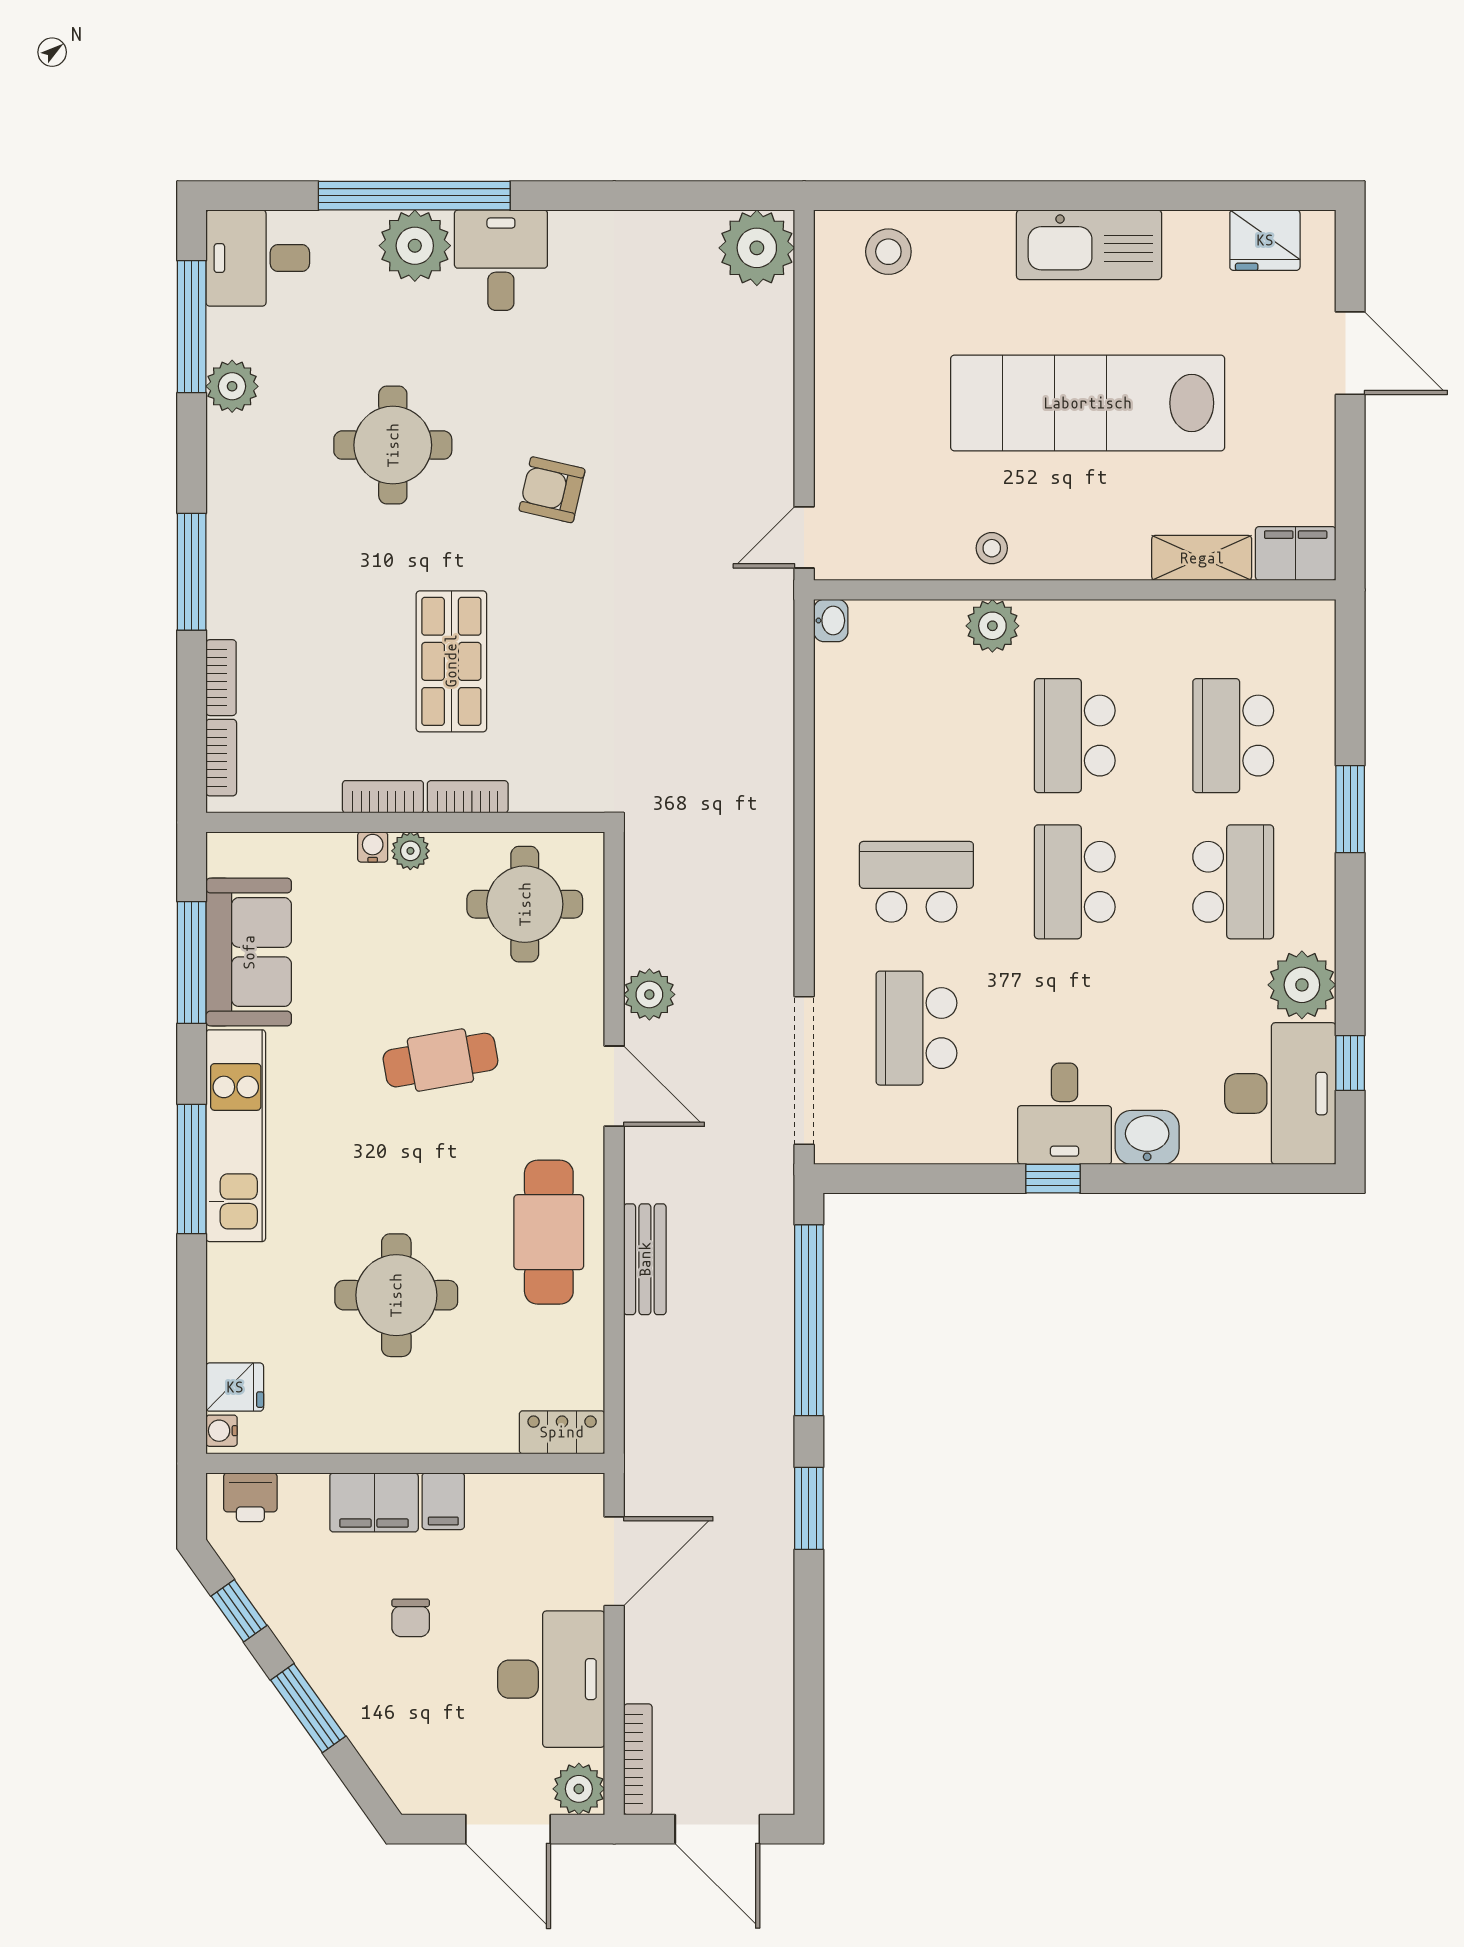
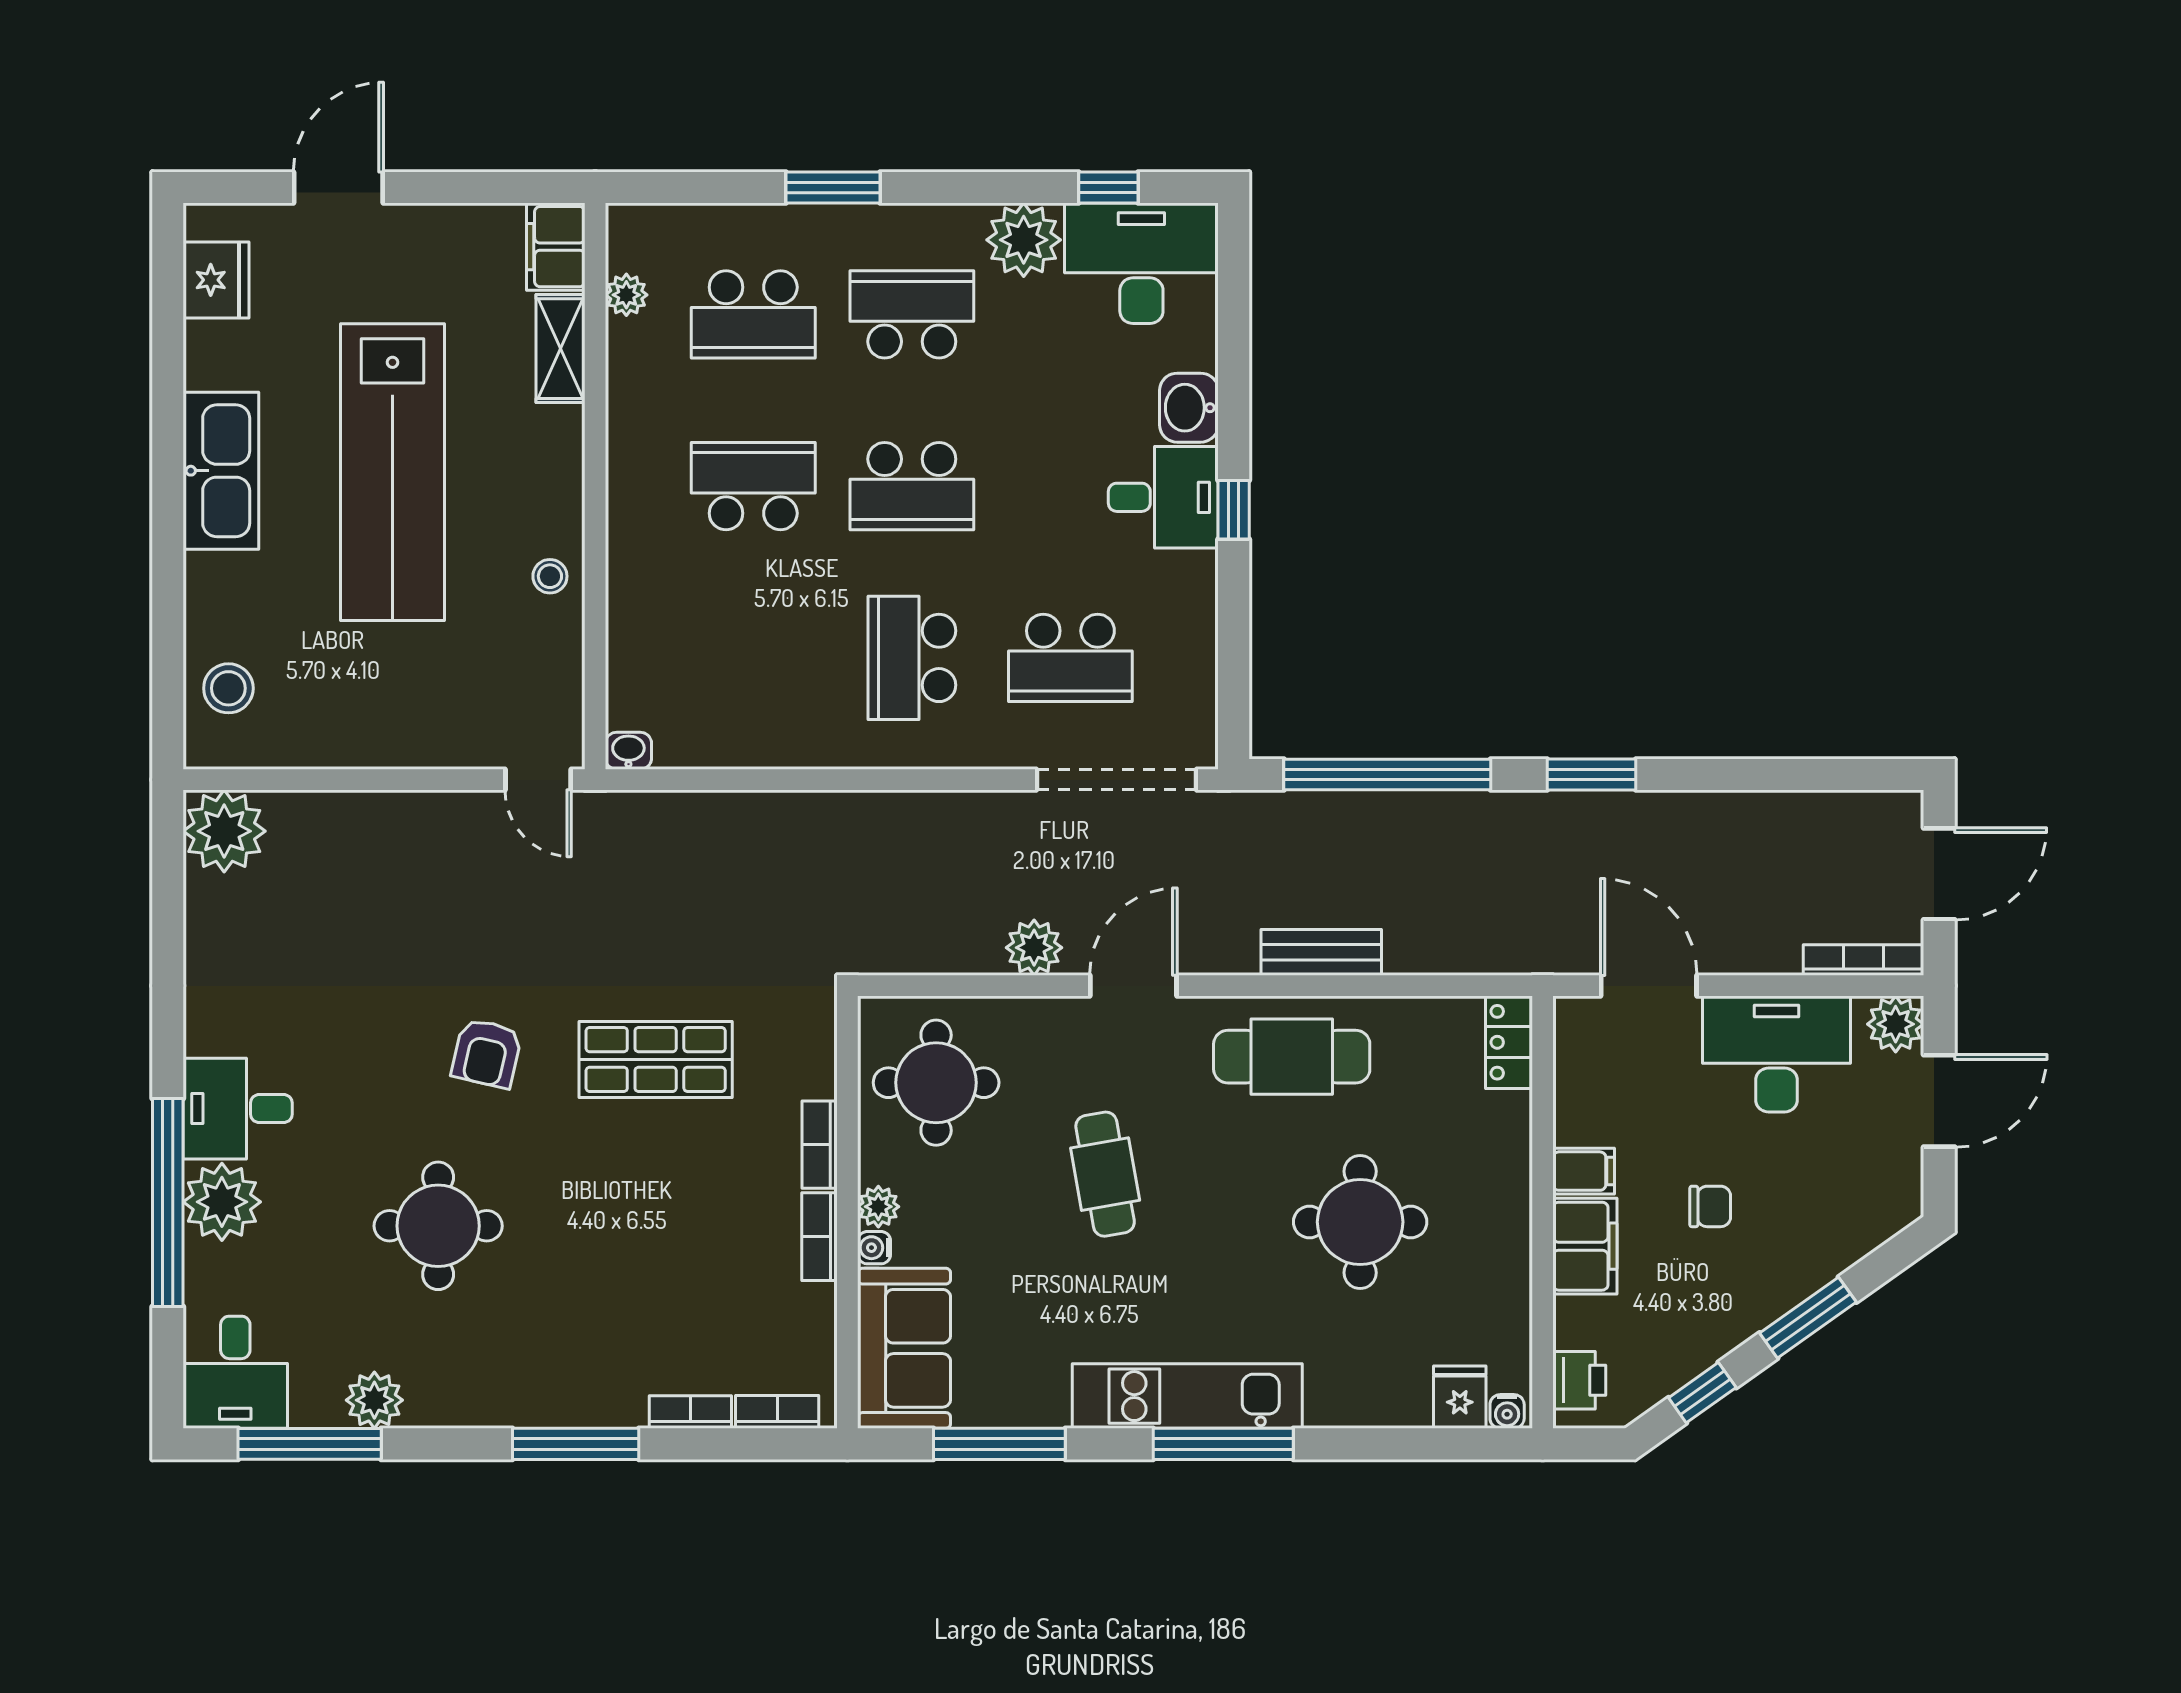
plant: (992, 626) -> (626, 295), moved, width x0.73, depth x0.73
shop shelf: (451, 661) -> (656, 1059), moved
school desk: (1075, 736) -> (753, 486), turned 180
sofa: (249, 952) -> (904, 1348), moved, turned 90

